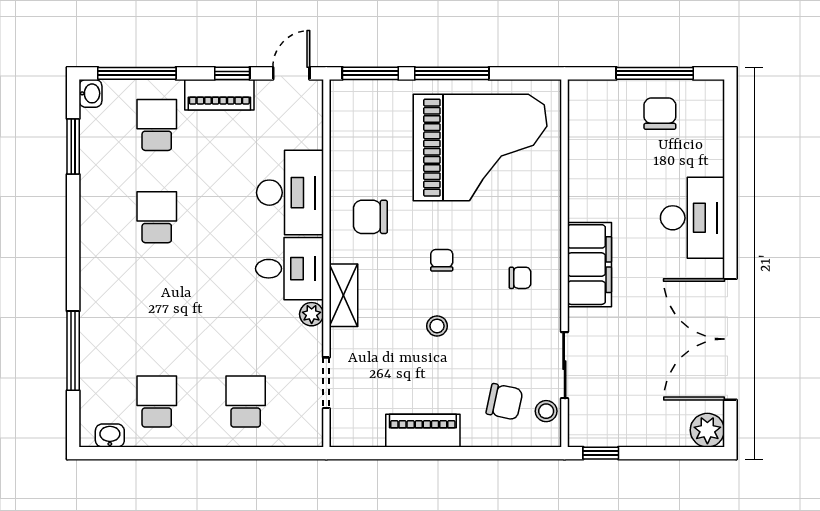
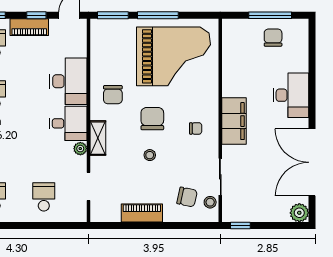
chair: (370, 217) -> (113, 95), turned -90
chair: (442, 260) -> (152, 119), width x1.87, depth x1.87

